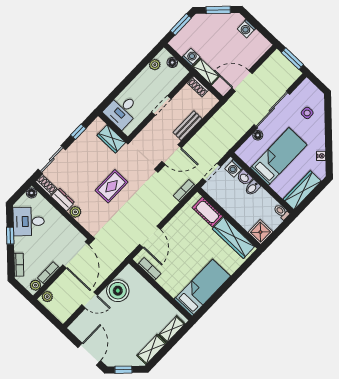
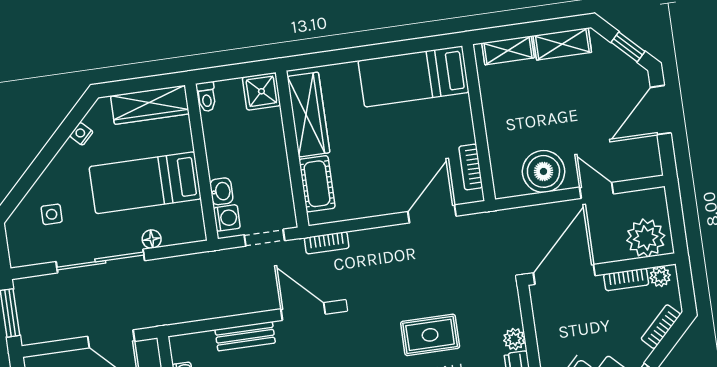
bidet: (253, 188) -> (221, 167), removed
plant: (47, 297) -> (646, 238), width x1.87, depth x1.87

